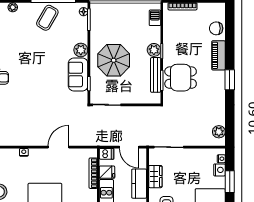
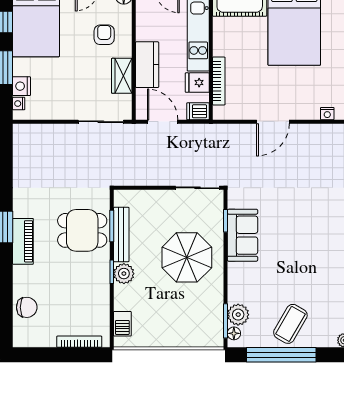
plant: (81, 50) -> (238, 315), moved
piano: (219, 55) -> (23, 241), moved
plant: (219, 132) -> (22, 146), removed

